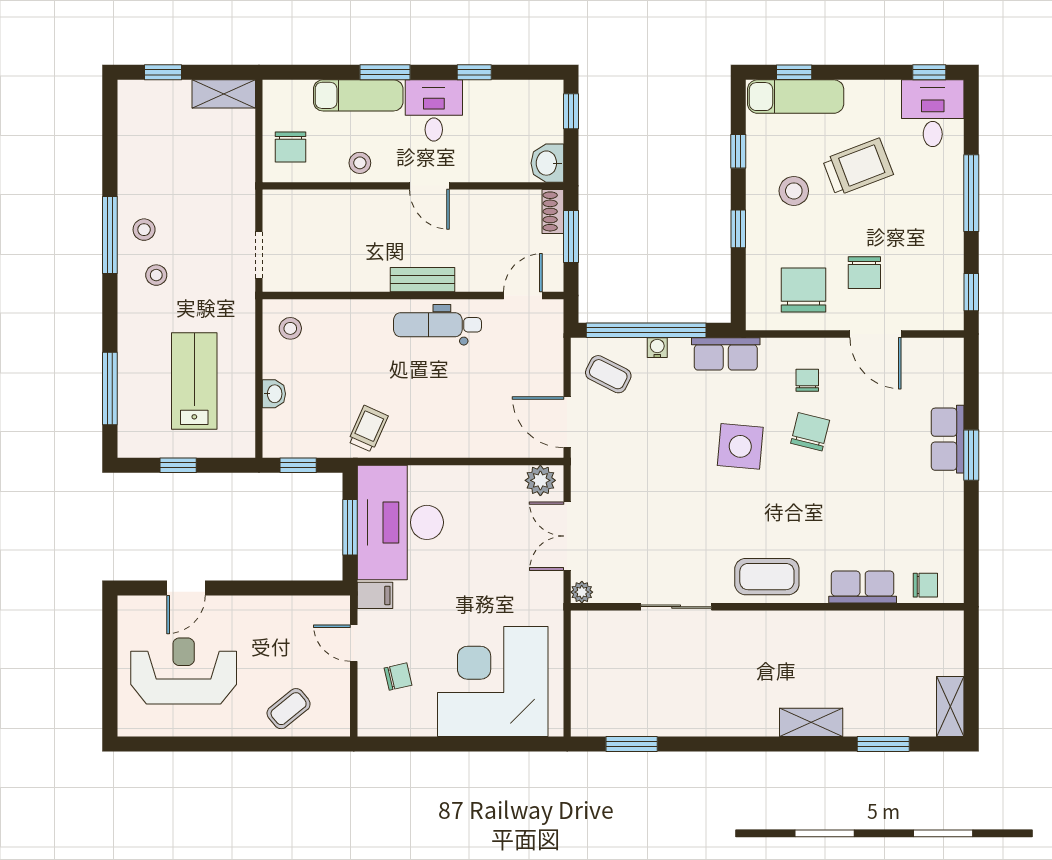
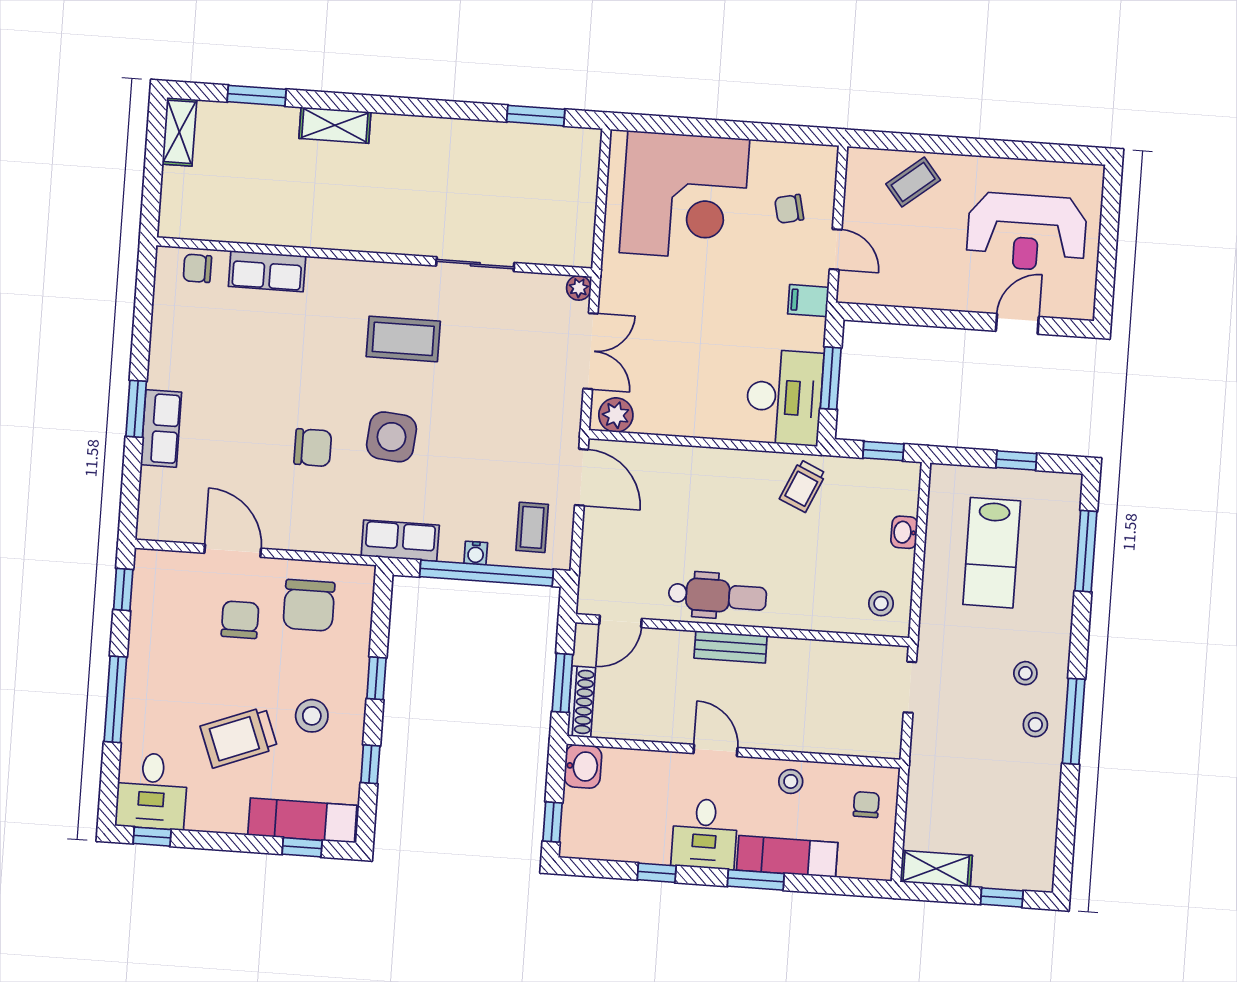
chair: (291, 147) -> (866, 805), width x0.73, depth x0.73
shoe rack: (553, 211) -> (581, 702), width x1.43
coffee table: (608, 374) -> (532, 527), turned 63
chair: (807, 380) -> (312, 505), removed
chair: (810, 432) -> (313, 448), turned -104
desk: (400, 522) -> (784, 397), width x0.73, depth x0.77
coffee table: (767, 577) -> (403, 339), moved

